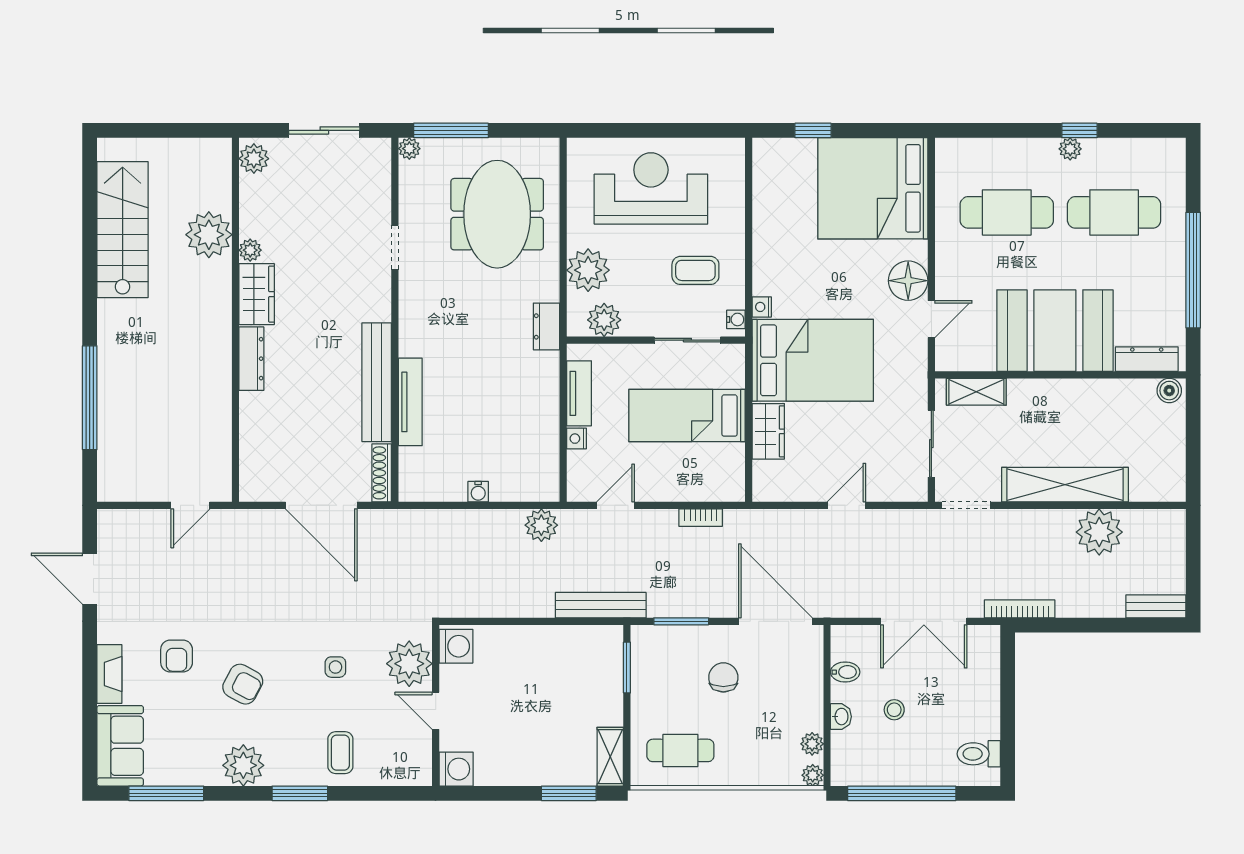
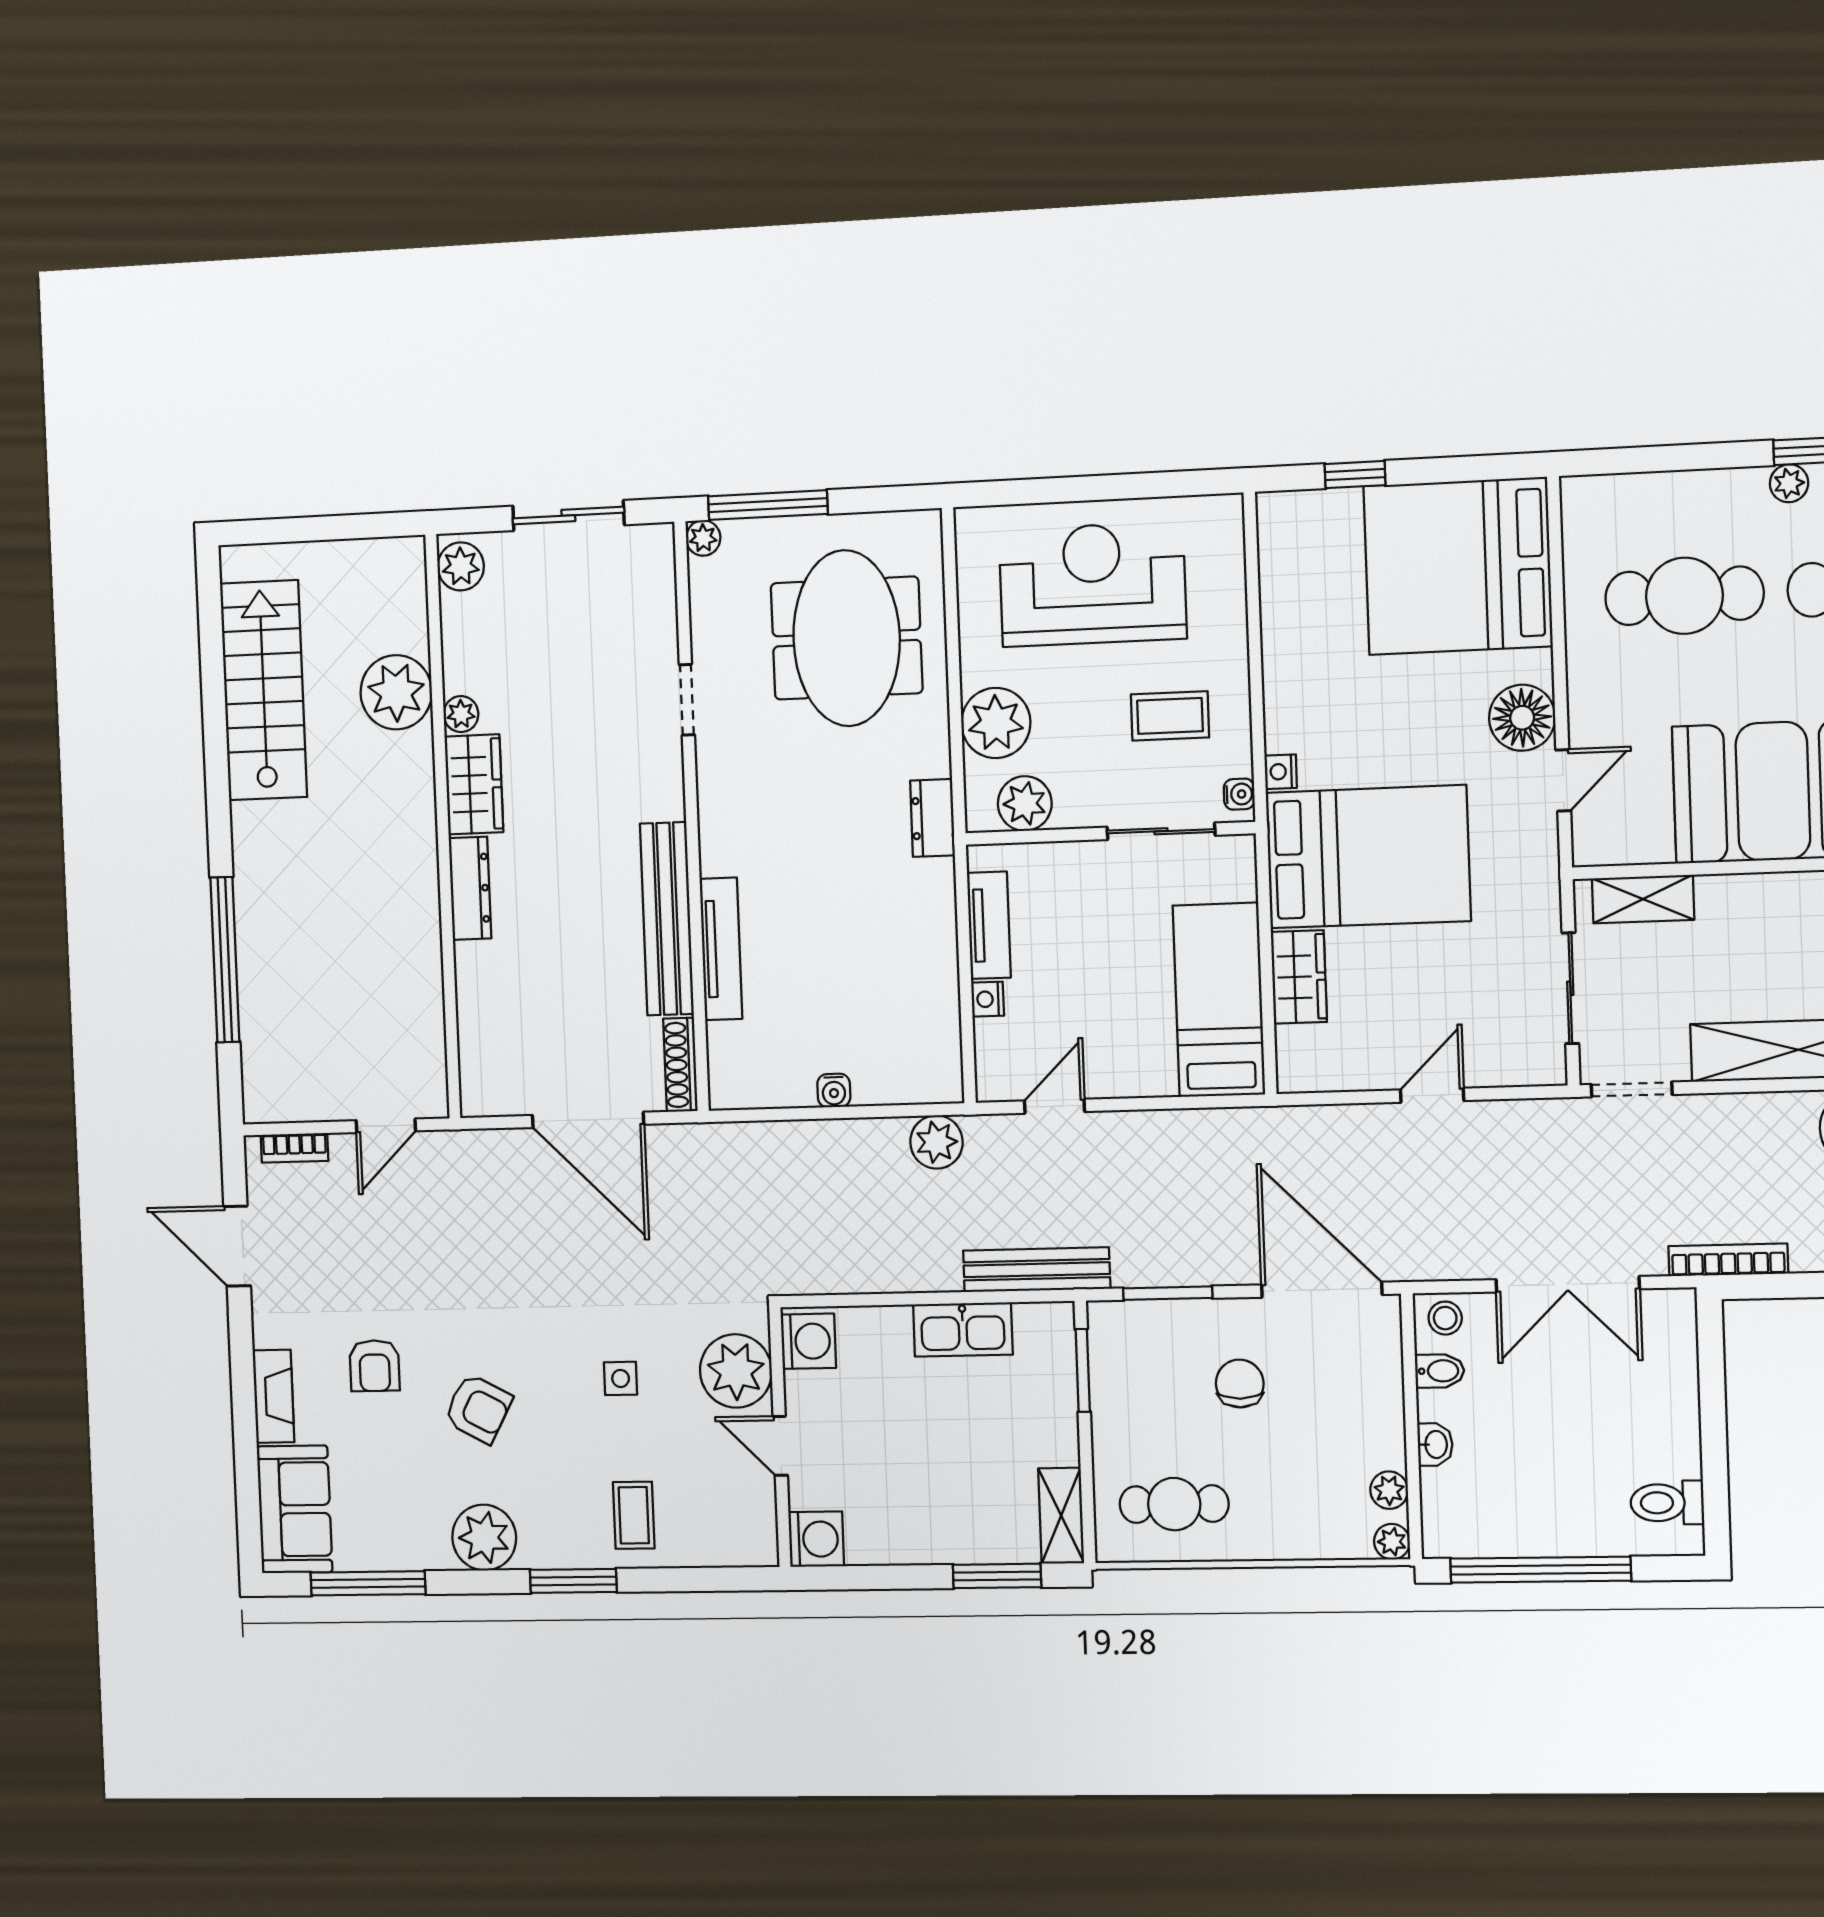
bed: (687, 416) -> (1219, 1000), moved, turned 90
bookcase: (701, 518) -> (295, 1148), moved
kitchen sink: (553, 641) -> (963, 1329), added
stool: (894, 710) -> (1445, 1318), moved

